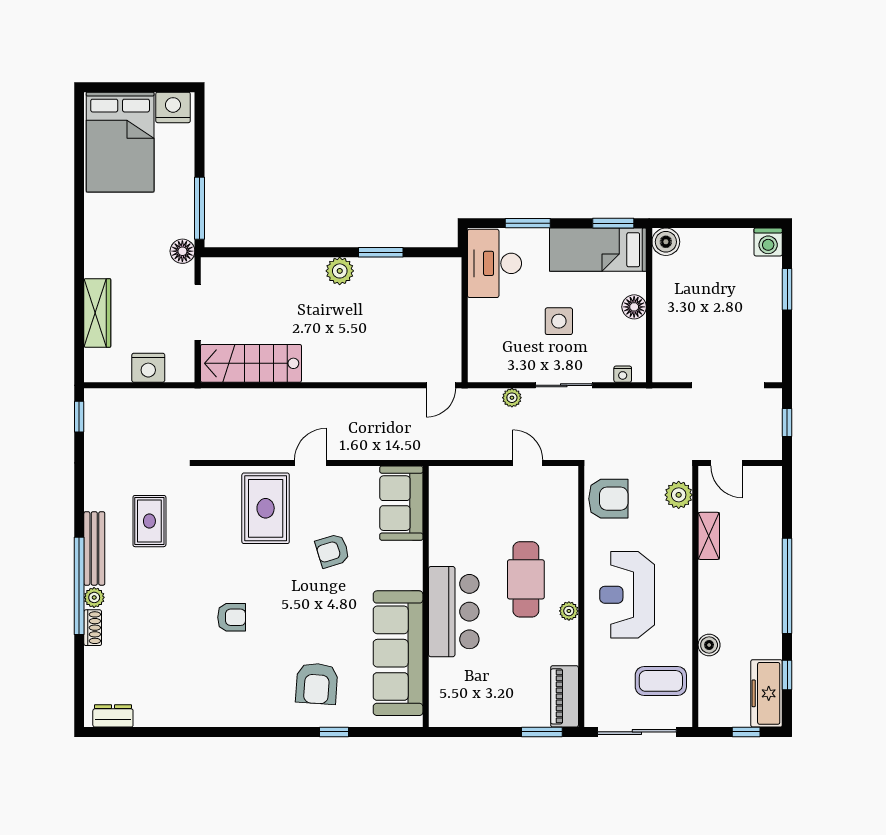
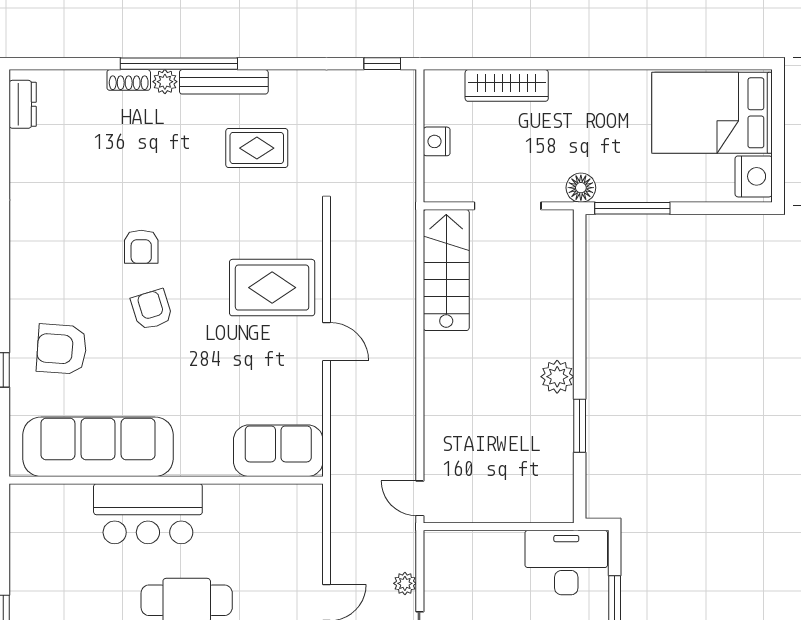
nightstand: (148, 368) -> (437, 141), width x0.74, depth x0.75
armchair: (332, 551) -> (152, 310), moved

